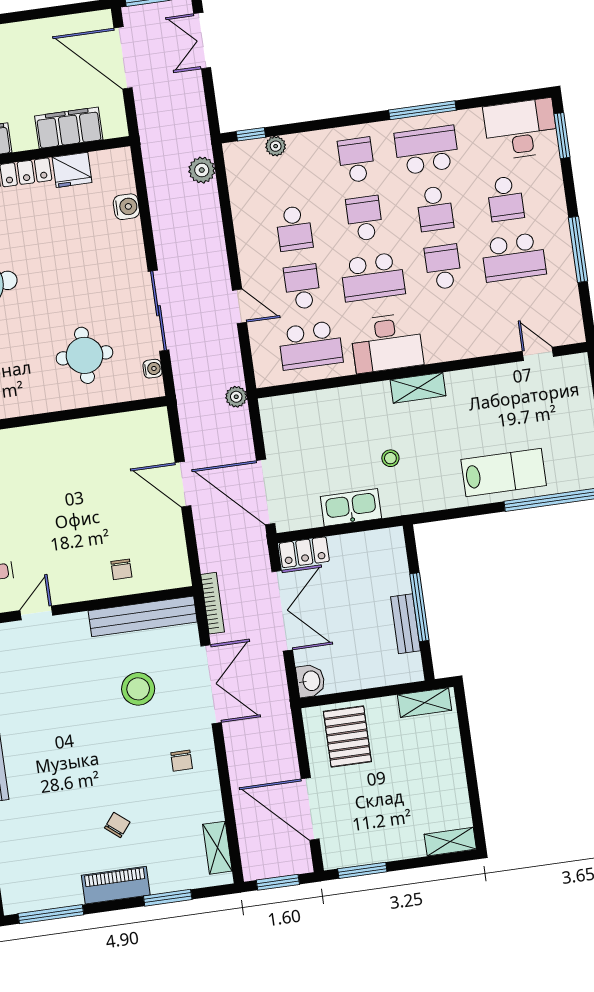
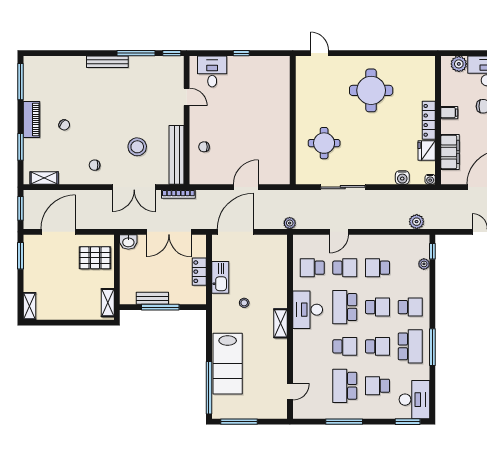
school desk: (435, 209) -> (377, 346), turned 180
school desk: (310, 345) -> (312, 268), width x0.54
water cooler: (153, 369) -> (430, 179), moved
lab bench: (504, 472) -> (228, 364), width x1.36, depth x1.39
locker: (304, 552) -> (199, 272), moved

